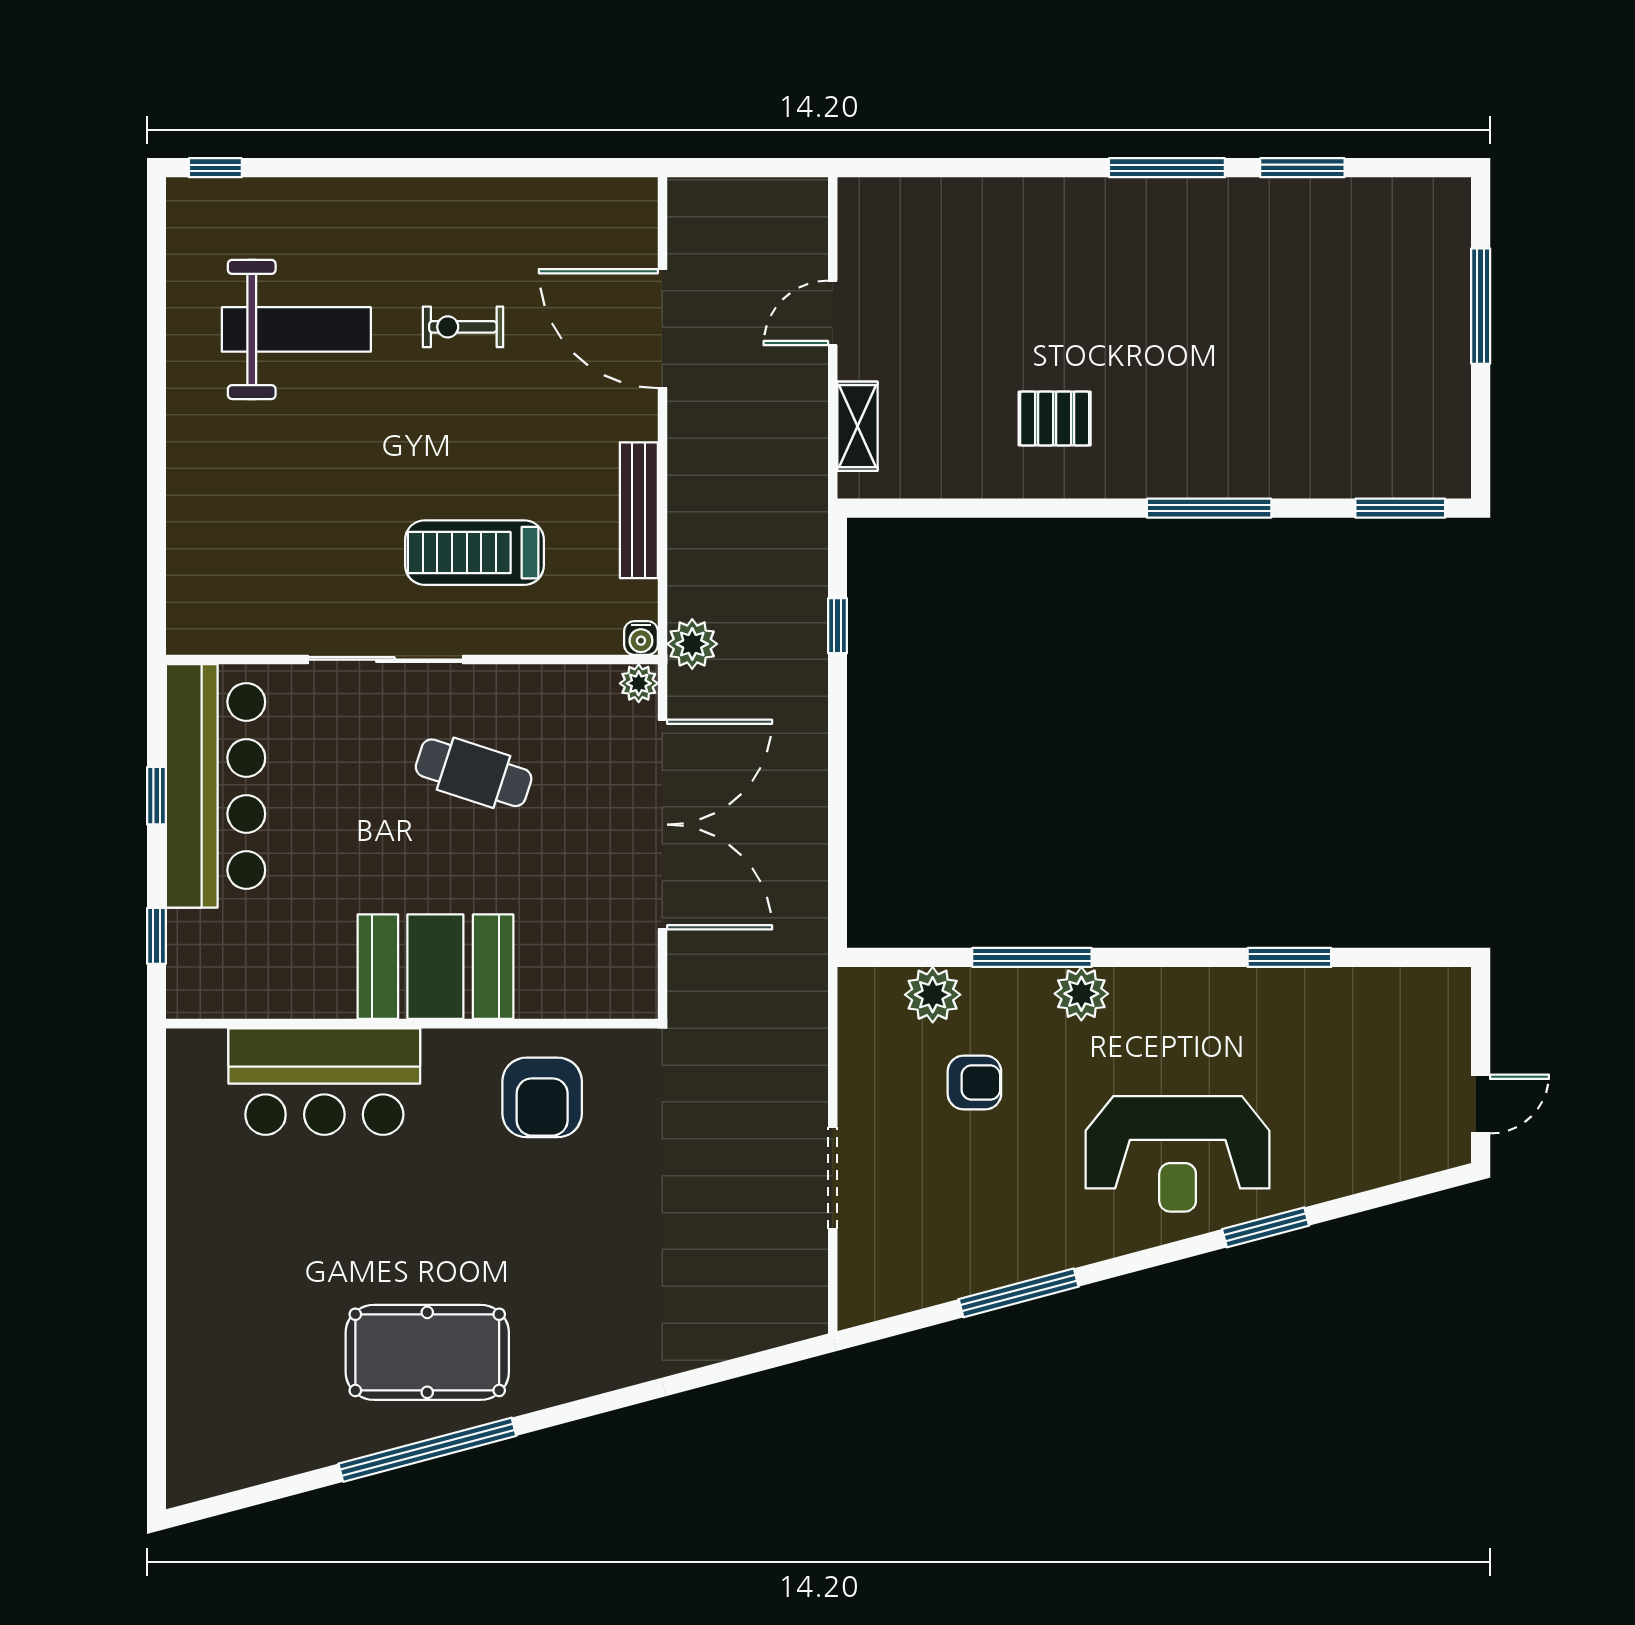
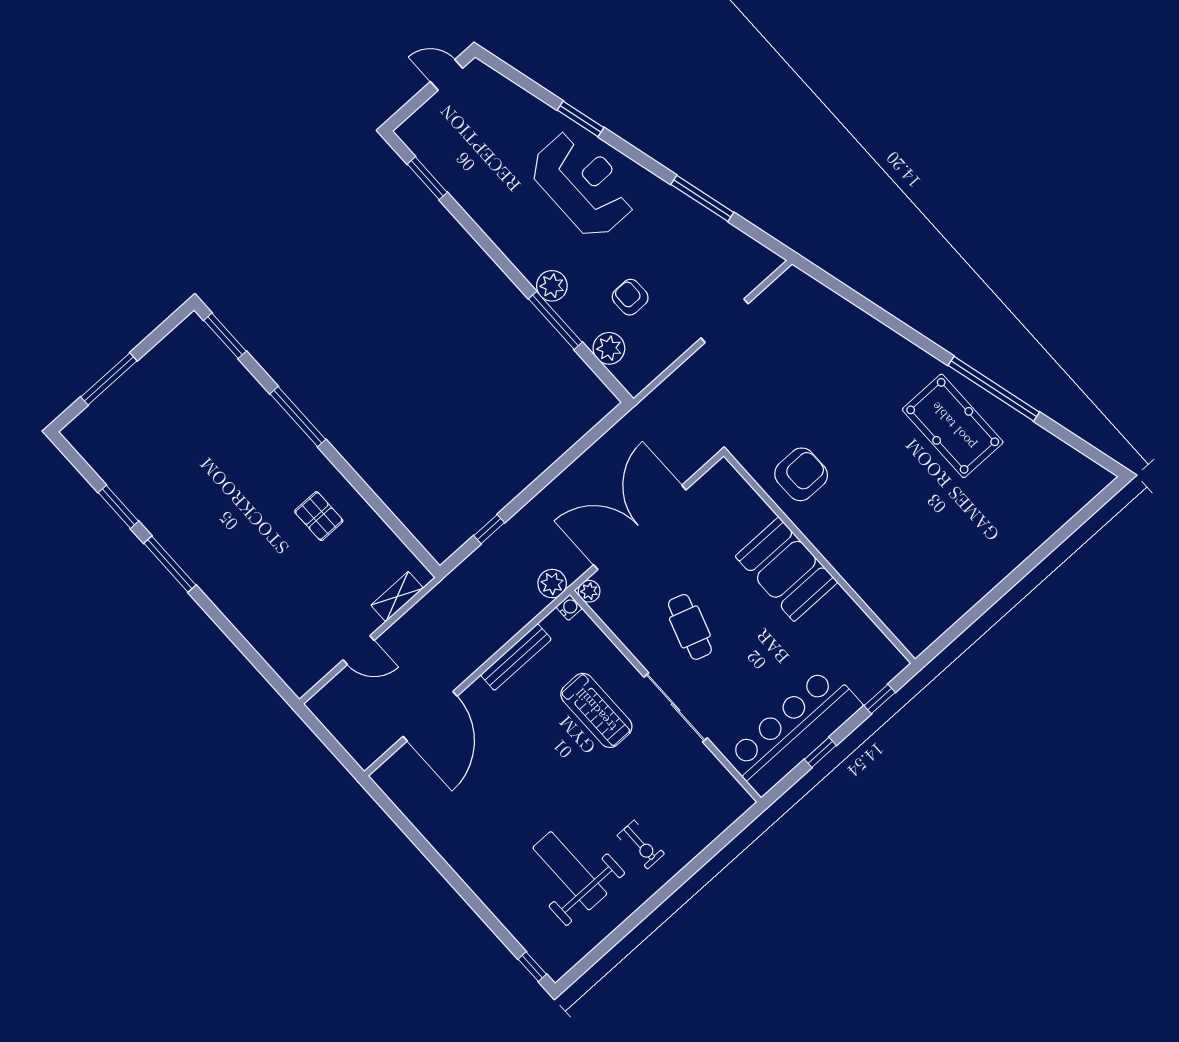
exercise bike: (463, 327) -> (641, 845), moved
window: (1289, 957) -> (427, 178), moved
bar counter: (324, 1082) -> (877, 573), removed

